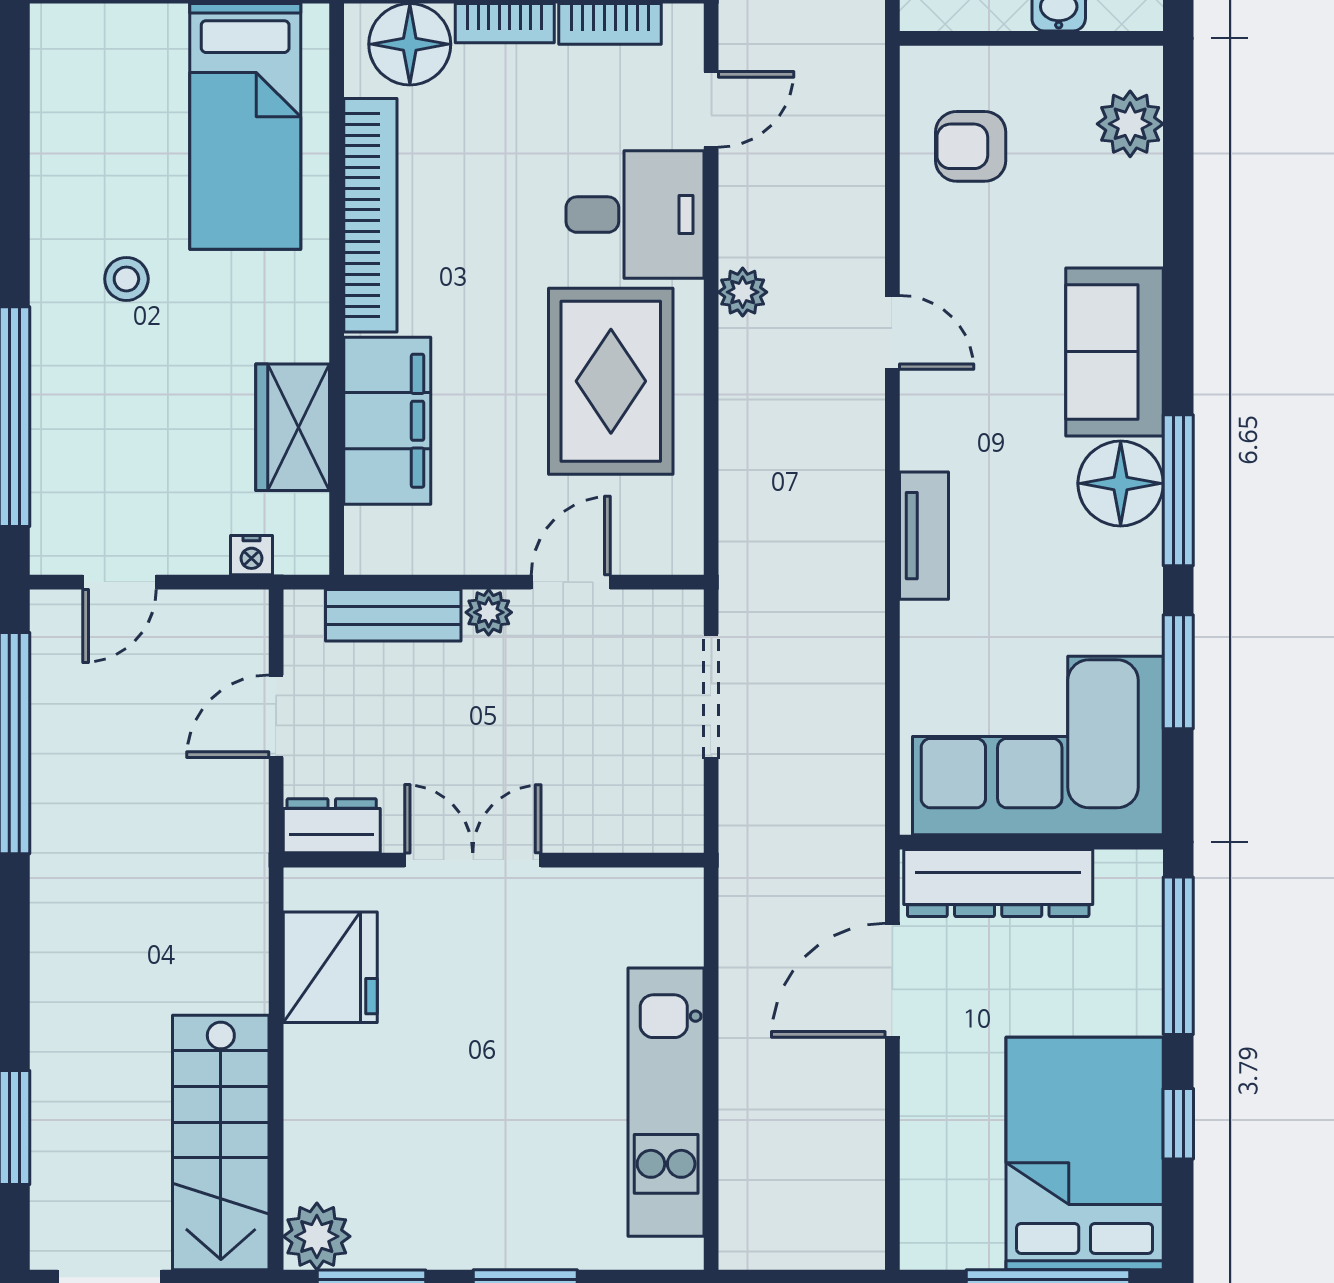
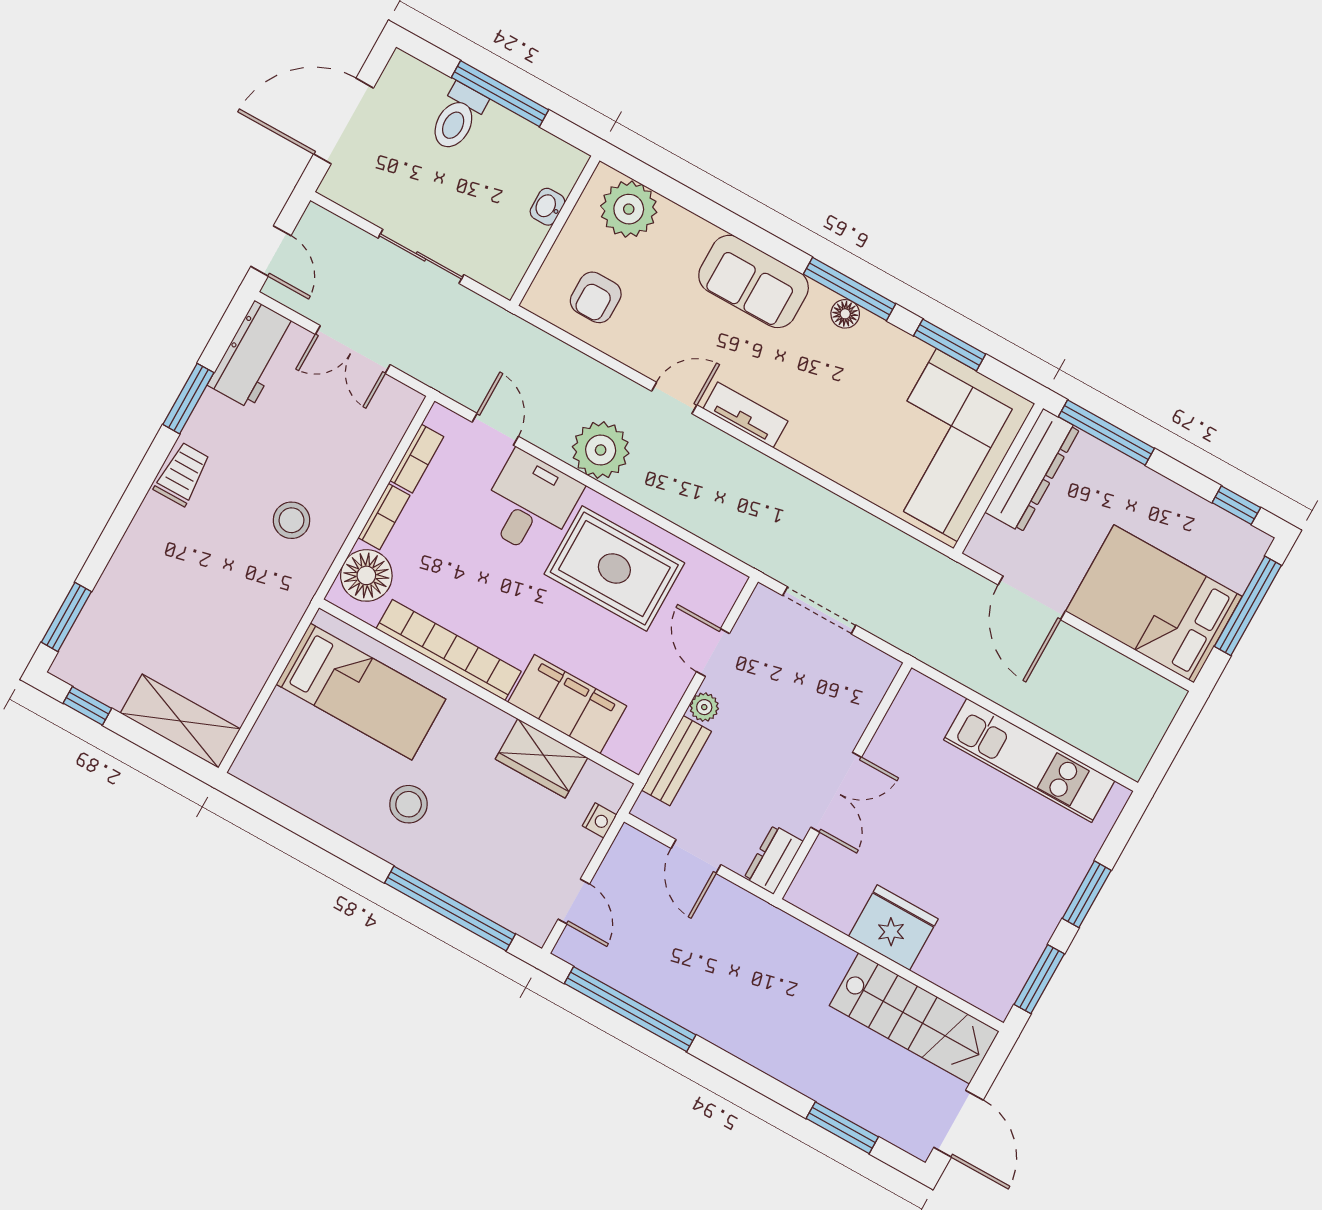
plant: (1130, 124) -> (629, 209), width x1.36, depth x1.36
stool: (126, 279) -> (409, 804), width x1.37, depth x1.37
plant: (743, 292) -> (601, 450), width x1.87, depth x1.87
floor lamp: (1121, 483) -> (845, 314), width x0.53, depth x0.53
tv unit: (924, 536) -> (745, 415), moved
double door: (473, 860) -> (836, 792), swing flipped
dresser: (998, 883) -> (1032, 471), moved
fridge: (330, 967) -> (893, 928), moved
window: (1178, 1124) -> (1236, 505), moved
bed: (1085, 1154) -> (1154, 604), moved
plant: (317, 1236) -> (996, 994), removed

